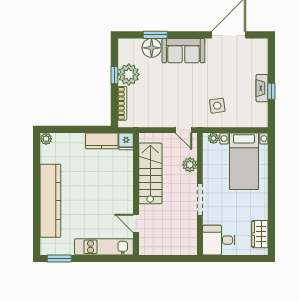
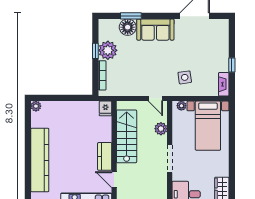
fireplace: (262, 88) -> (224, 84), moved
kitchen counter: (102, 141) -> (105, 156), moved, turned 90

